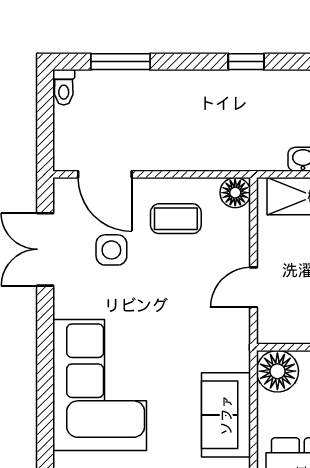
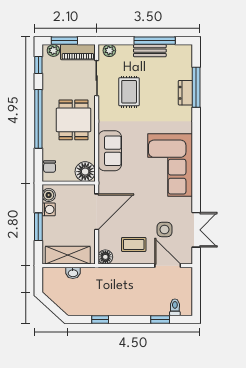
window: (120, 62) -> (160, 319), width x0.67
toilet: (64, 87) -> (175, 307), moved
door: (253, 287) -> (97, 212), width x1.87

